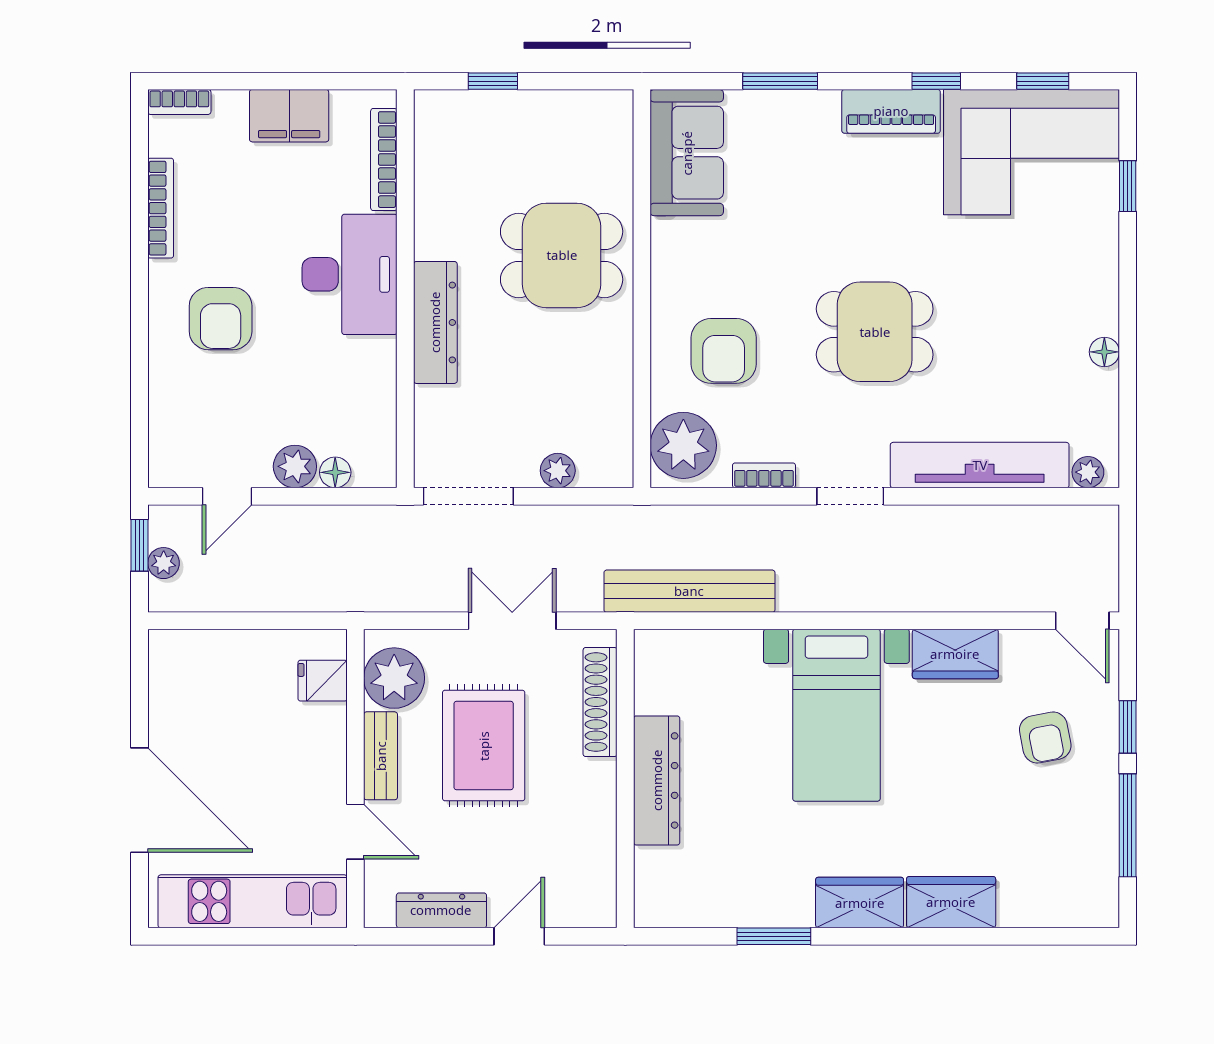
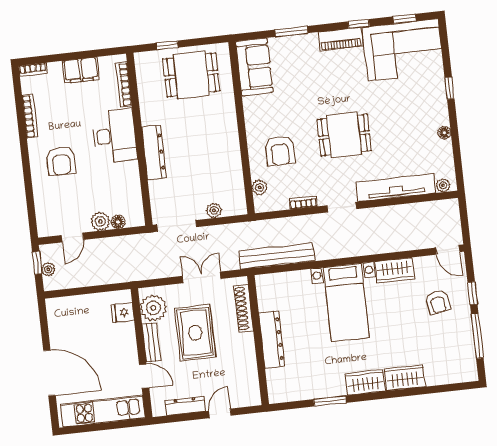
window: (1128, 186) -> (449, 88), moved
dining table: (562, 255) -> (191, 75), moved
plant: (683, 445) -> (260, 188), width x0.53, depth x0.53

